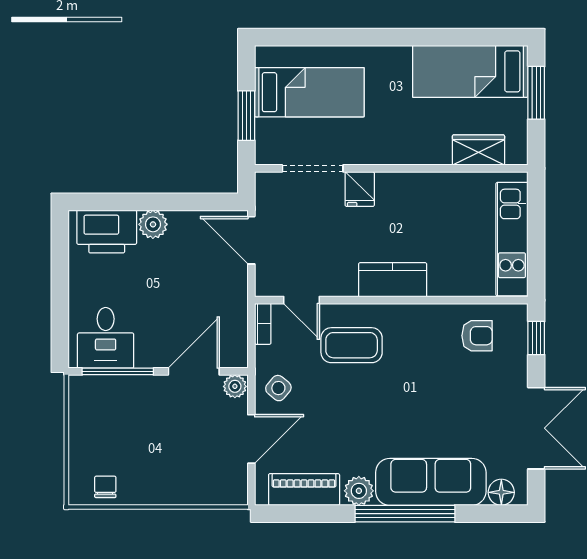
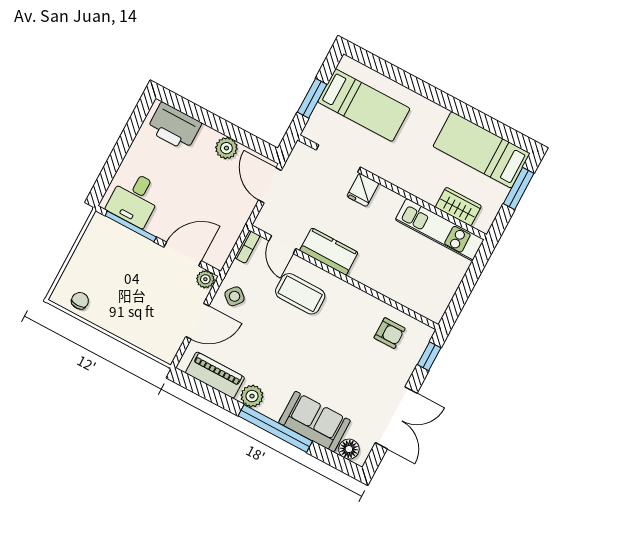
plant: (153, 224) -> (226, 148), moved
kitchen unit: (512, 239) -> (440, 230), moved, turned -90
kitchen counter: (393, 280) -> (329, 251), moved
sofa: (431, 482) -> (314, 422), width x0.73

